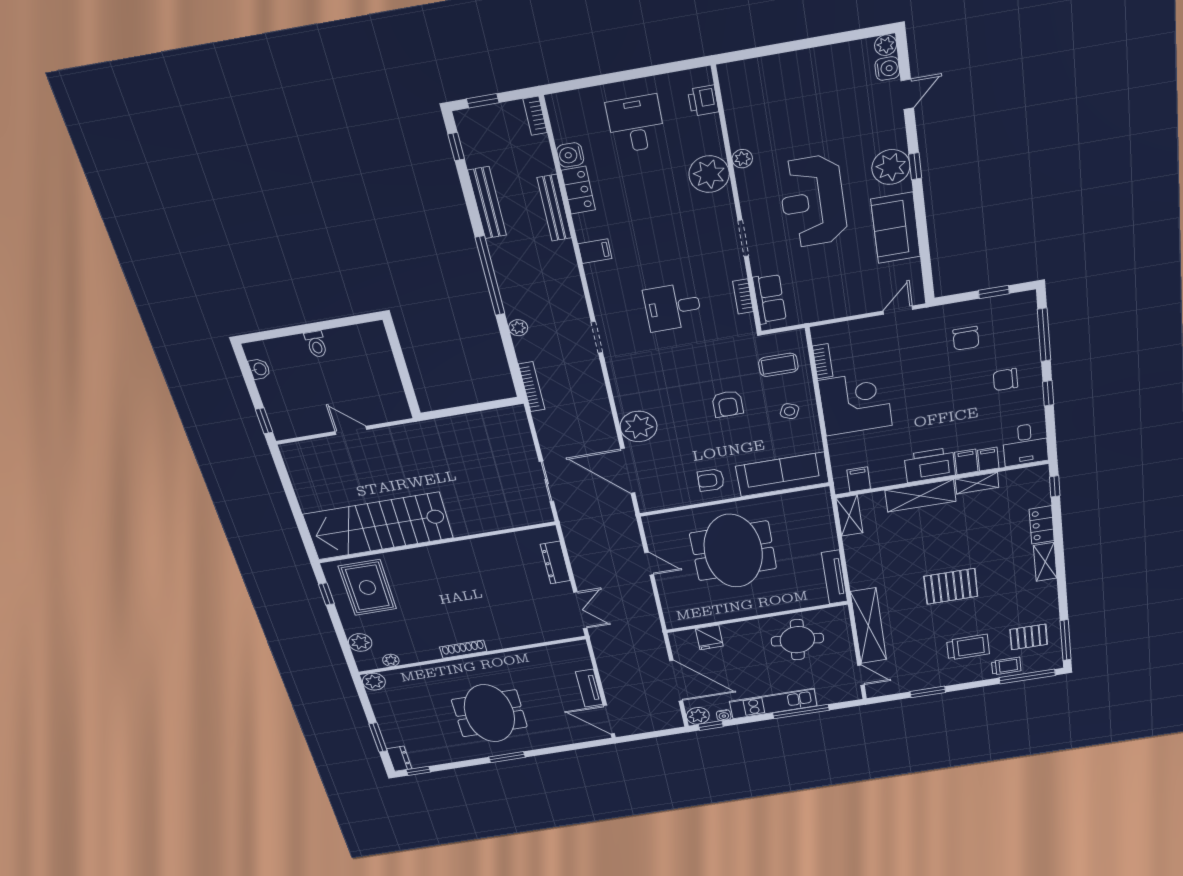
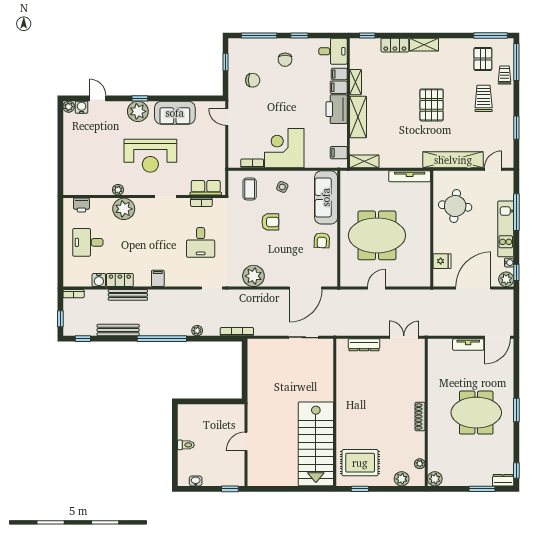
plant: (639, 426) -> (253, 276), moved

